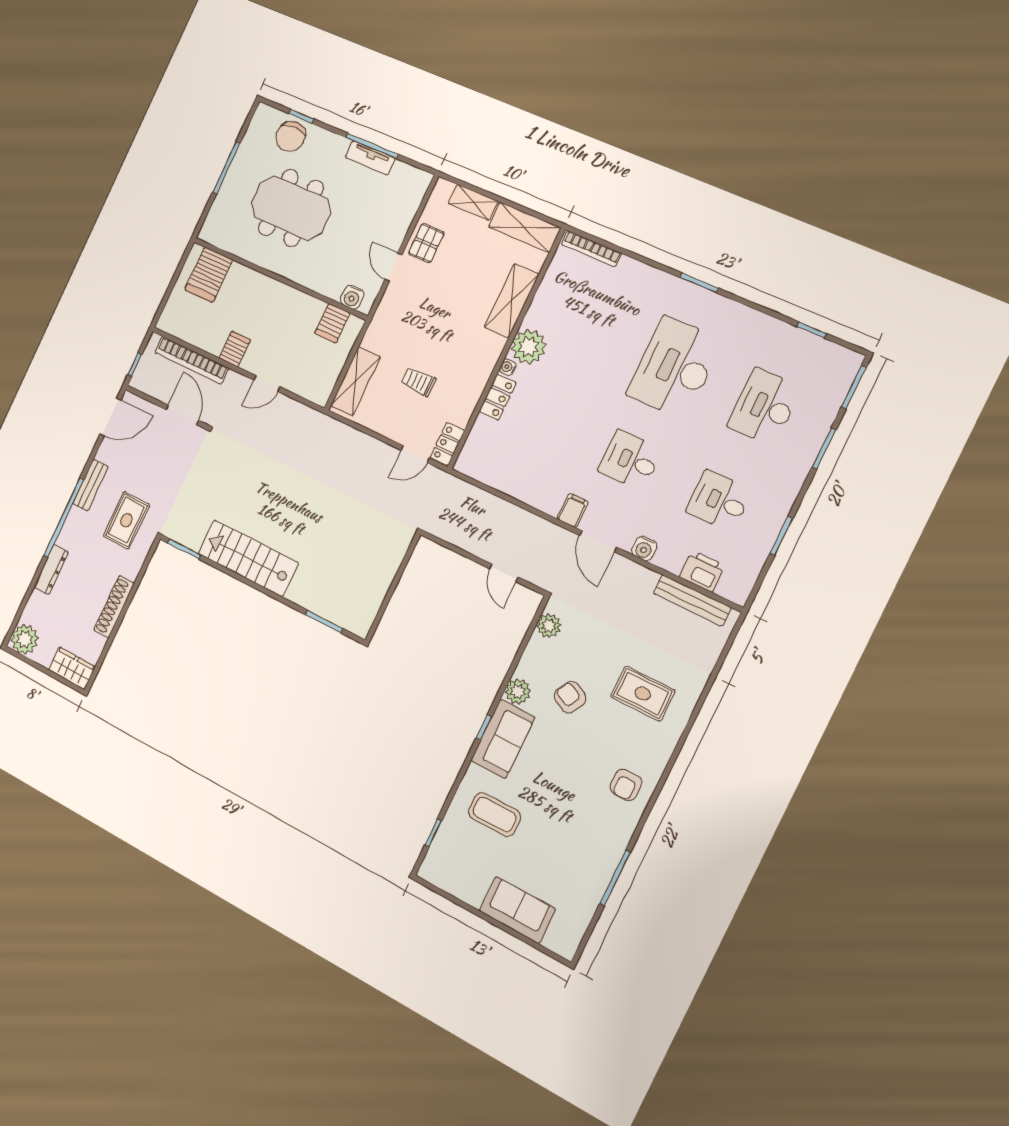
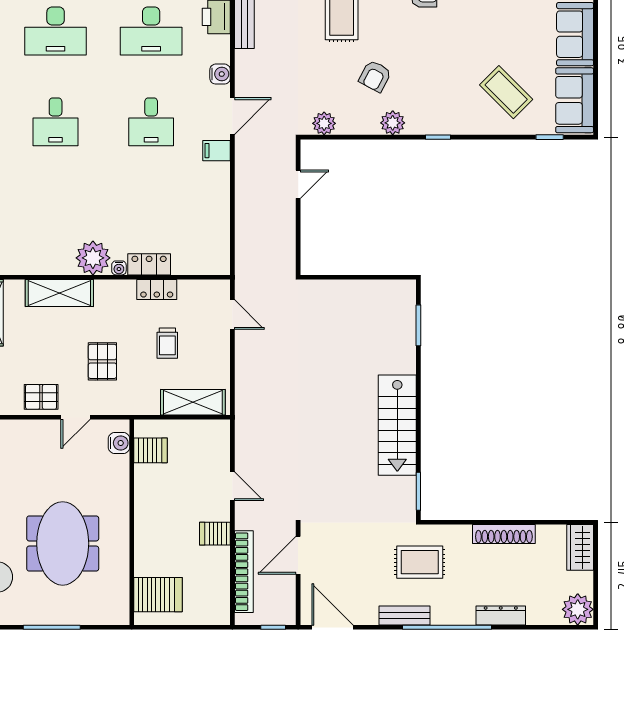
pallet: (431, 314) -> (102, 361), added
desk: (675, 368) -> (56, 122), width x0.53, depth x0.77
locker: (447, 444) -> (157, 289), moved
desk: (719, 501) -> (151, 31), width x1.37
sofa: (503, 739) -> (575, 100), moved, turned -90
coffee table: (495, 814) -> (506, 92), turned -45

